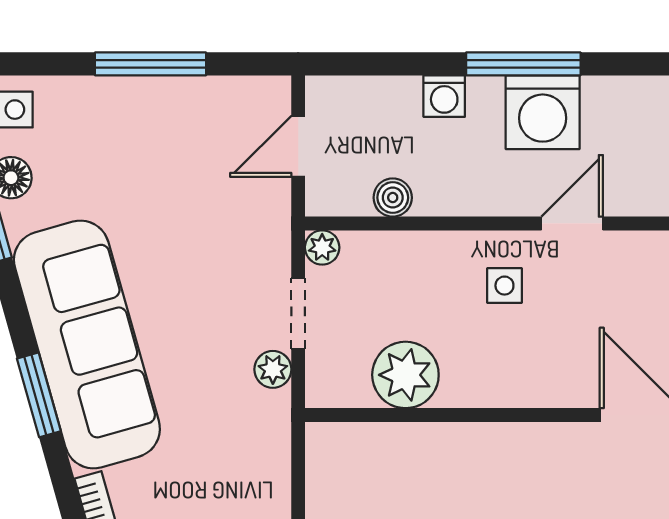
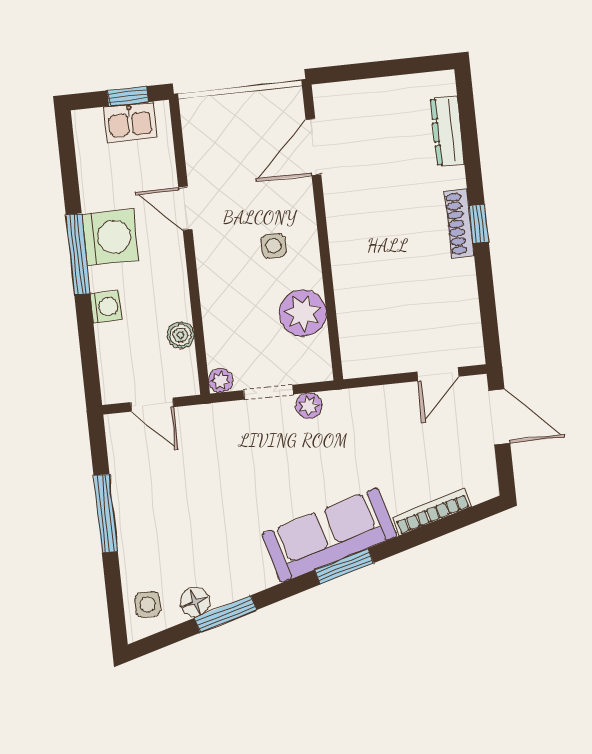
side table: (504, 286) -> (274, 246), moved
sofa: (87, 345) -> (329, 535), width x0.74, depth x0.79

